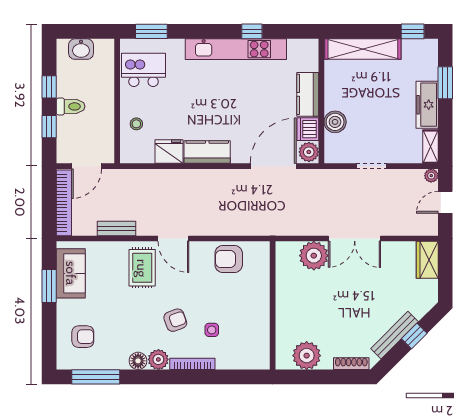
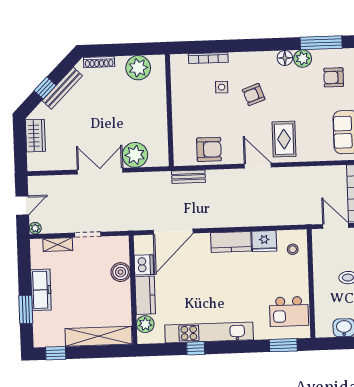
stool: (136, 124) -> (293, 249), moved
shelving: (430, 147) -> (58, 245), moved, turned 90
plant: (309, 152) -> (145, 324), moved
door: (86, 166) -> (336, 226), hinge flipped
bench: (117, 228) -> (188, 177), moved
wardrobe: (427, 260) -> (35, 136), moved
plant: (158, 359) -> (303, 59), moved
bookcase: (192, 364) -> (208, 58), moved

